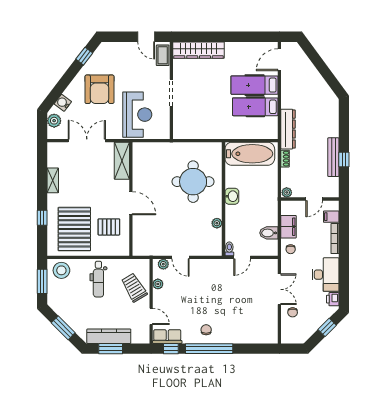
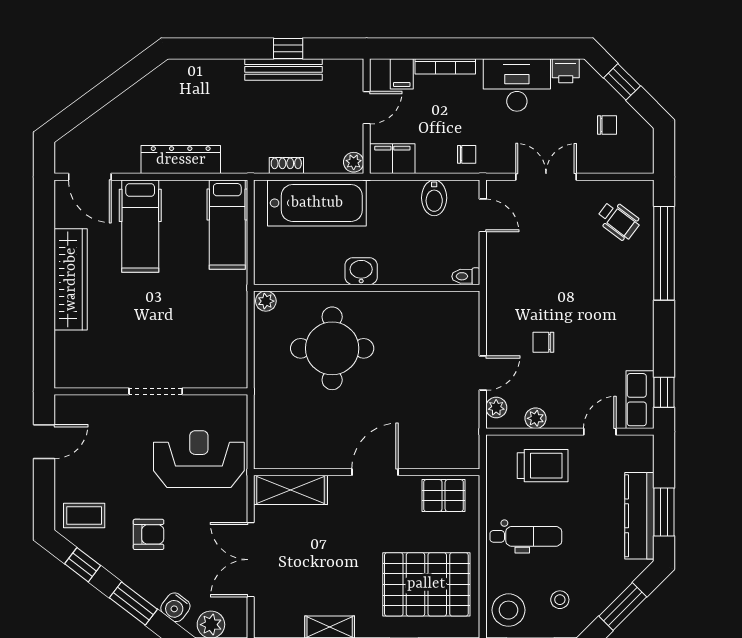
wardrobe: (199, 50) -> (71, 279), moved
coffee table: (163, 55) -> (84, 516), moved
window: (65, 82) -> (133, 604), added
armchair: (99, 89) -> (148, 534), width x0.53, depth x0.53
hospital bed: (255, 107) -> (227, 225), moved
dresser: (288, 129) -> (181, 160), moved
bathtub: (250, 154) -> (317, 203), moved, turned 90
door: (314, 199) -> (367, 108), hinge flipped
plant: (217, 223) -> (266, 301), moved
pallet: (109, 227) -> (444, 496), moved, turned 90
filing cabinet: (288, 227) -> (392, 159), moved
door: (242, 257) -> (483, 215), moved
trolley: (134, 288) -> (543, 466), turned -149
stool: (67, 296) -> (560, 600), added
chair: (293, 312) -> (607, 125), moved
wheelchair: (257, 326) -> (618, 220), added
chair: (206, 330) -> (543, 342), moved
window: (209, 349) -> (664, 253), moved

